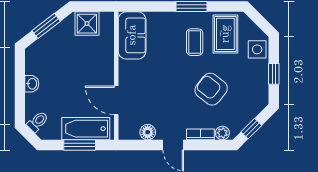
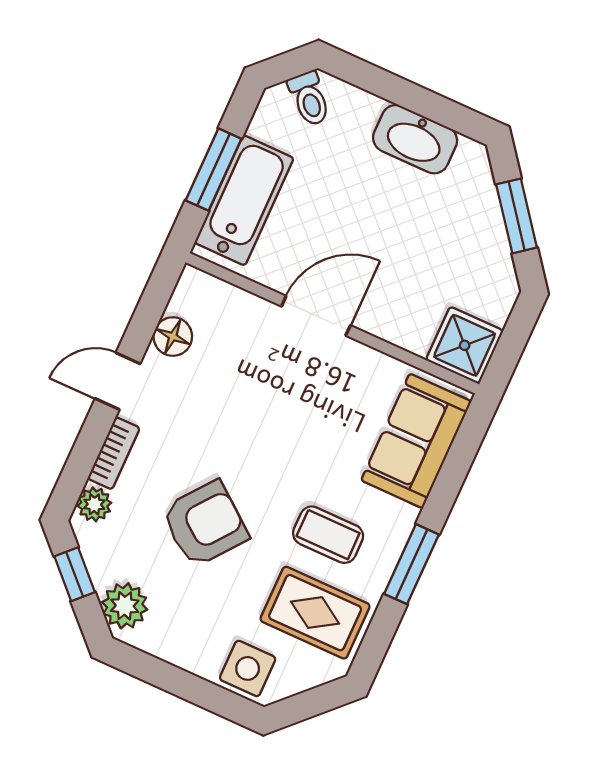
shower: (87, 24) -> (465, 345), moved
sofa: (132, 35) -> (416, 441), moved, turned 90
window: (274, 74) -> (175, 681), removed
washbasin: (32, 84) -> (415, 139), width x1.91, depth x1.45
door: (116, 100) -> (316, 316), moved
plant: (255, 105) -> (125, 606), added

